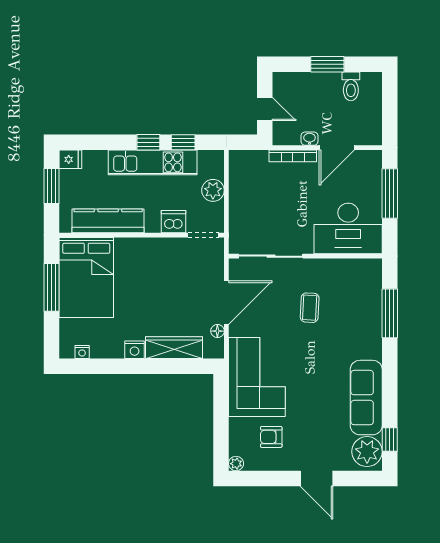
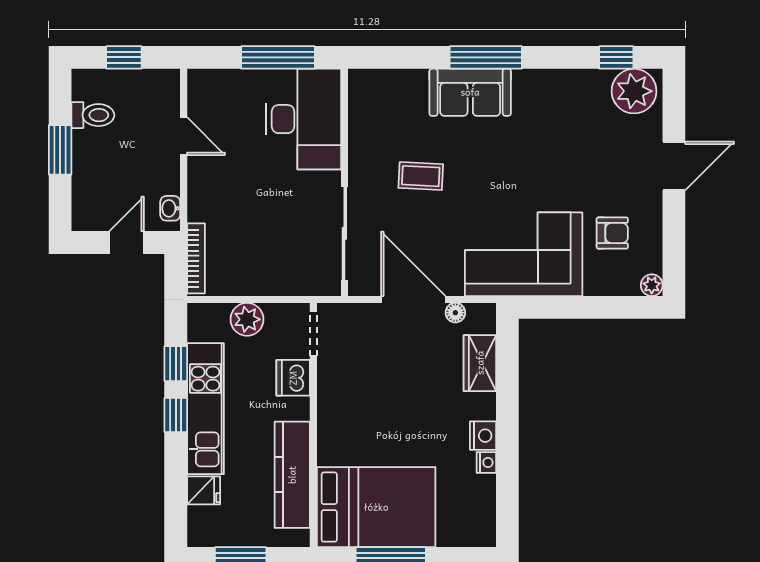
window: (390, 107) -> (124, 57), added
washbasin: (310, 139) -> (170, 208), moved
door: (337, 148) -> (184, 136), width x0.73
bookcase: (293, 156) -> (196, 258), moved
fridge: (70, 159) -> (204, 490), moved, turned 90
window: (390, 194) -> (278, 57), moved
window: (390, 313) -> (486, 57), moved
wardrobe: (174, 348) -> (480, 363), width x0.67
nightstand: (82, 352) -> (486, 463), moved
sofa: (366, 398) -> (470, 92), moved, width x0.73
armchair: (271, 437) -> (612, 233), turned -90

